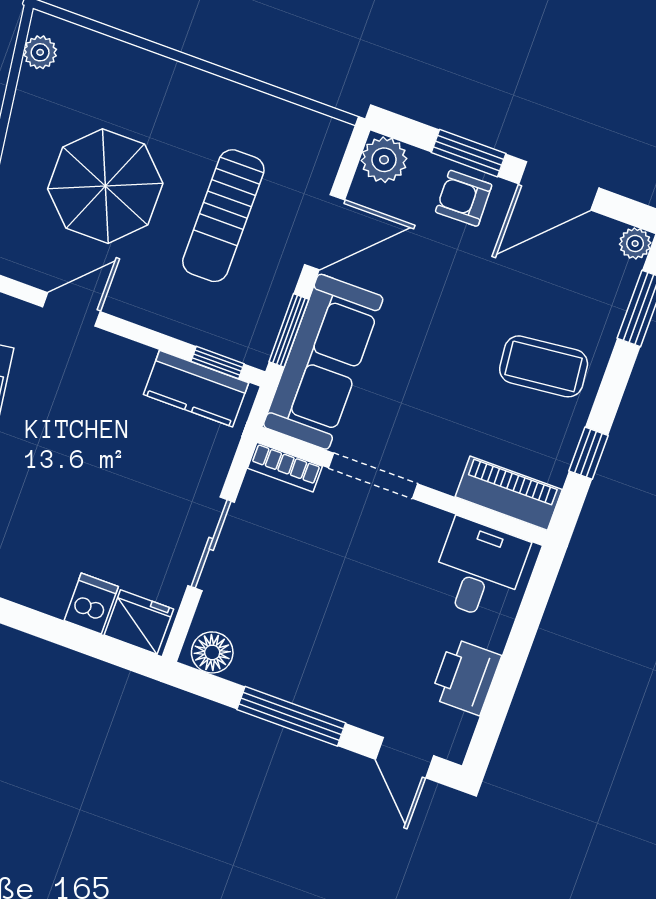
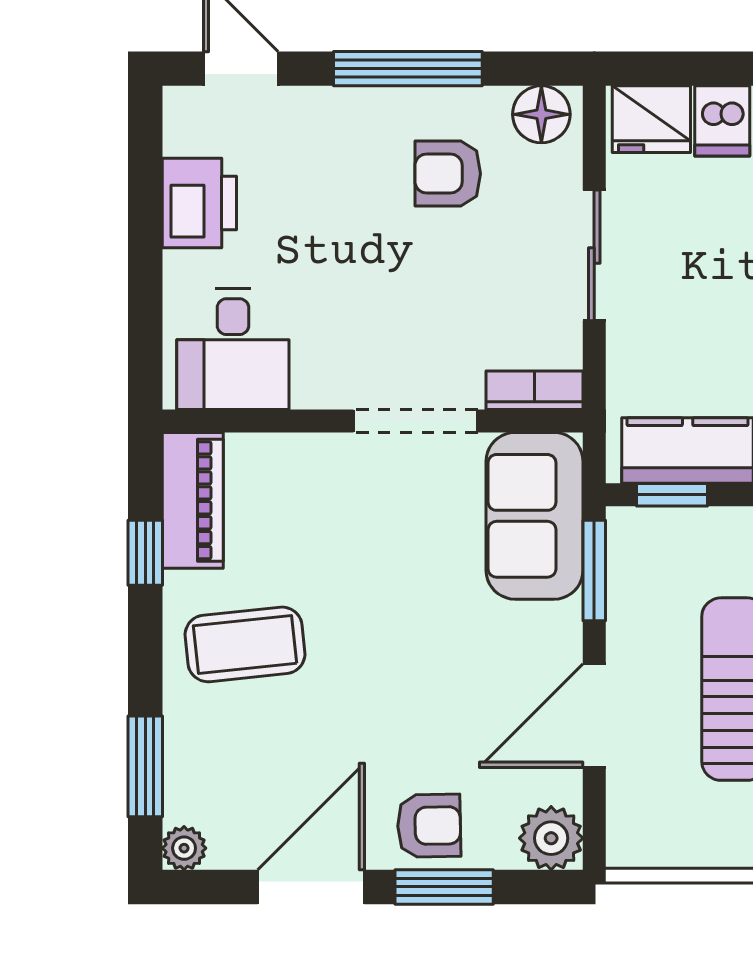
sofa: (323, 362) -> (535, 516), width x0.73
piano: (509, 493) -> (193, 500), moved, turned -90
armchair: (290, 635) -> (448, 174), added

